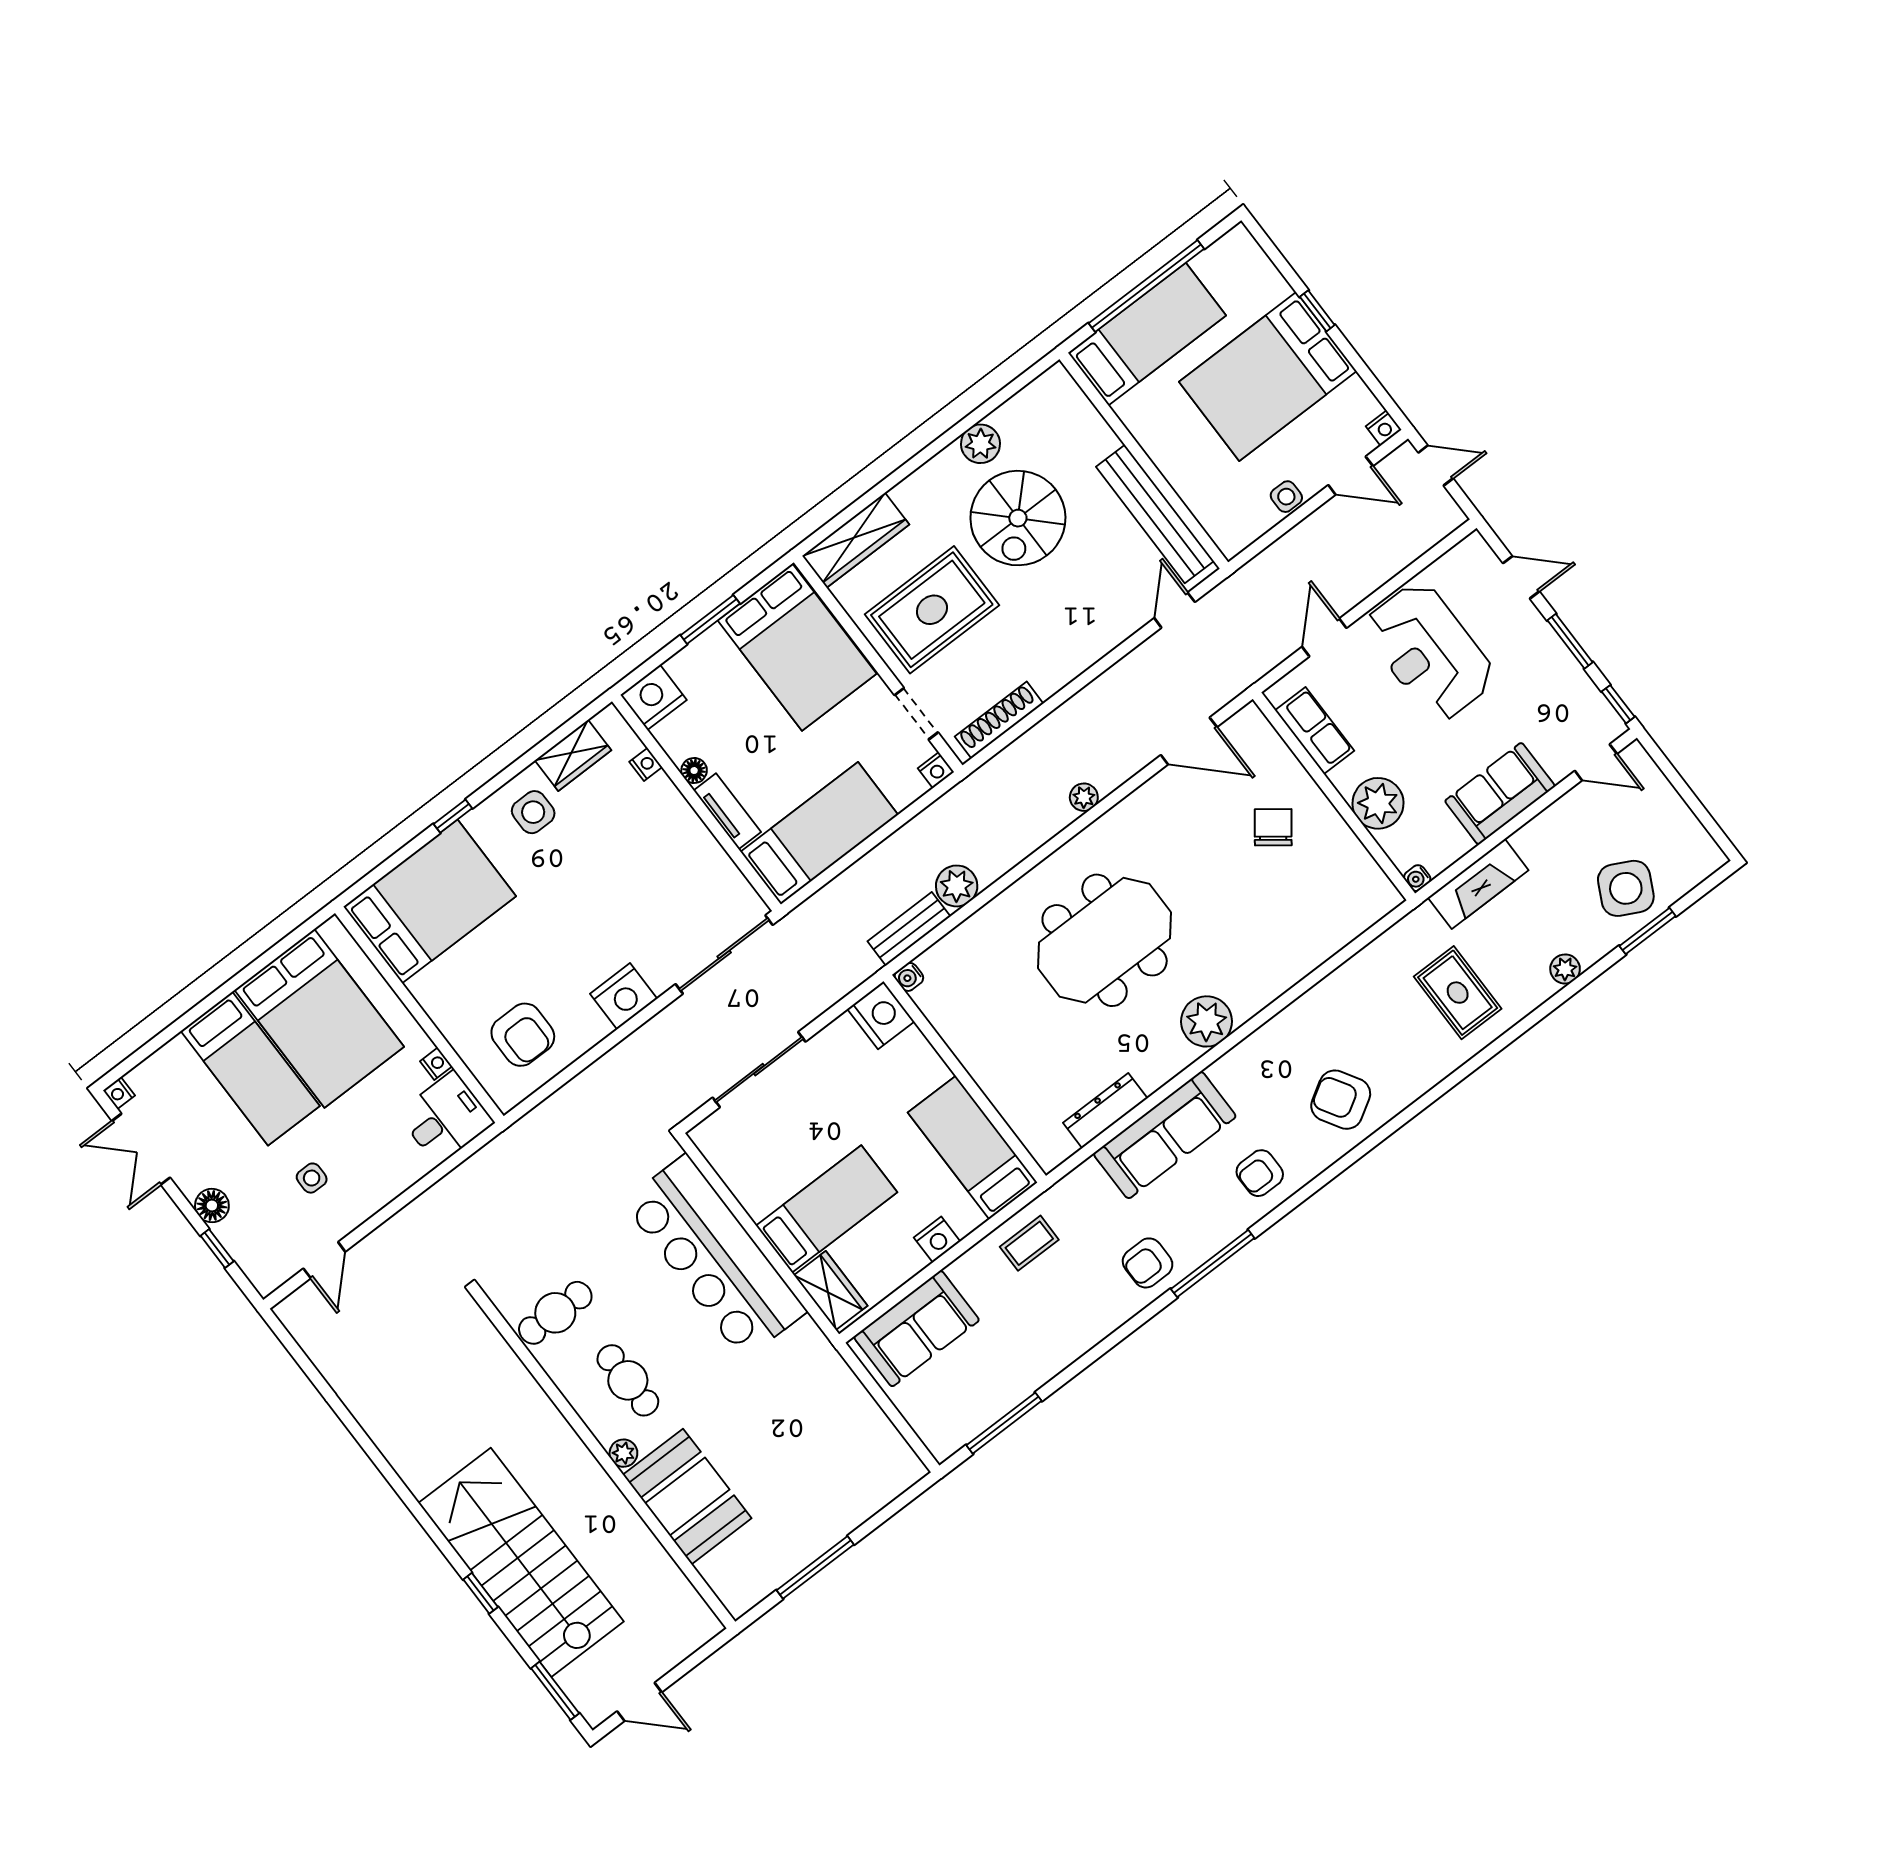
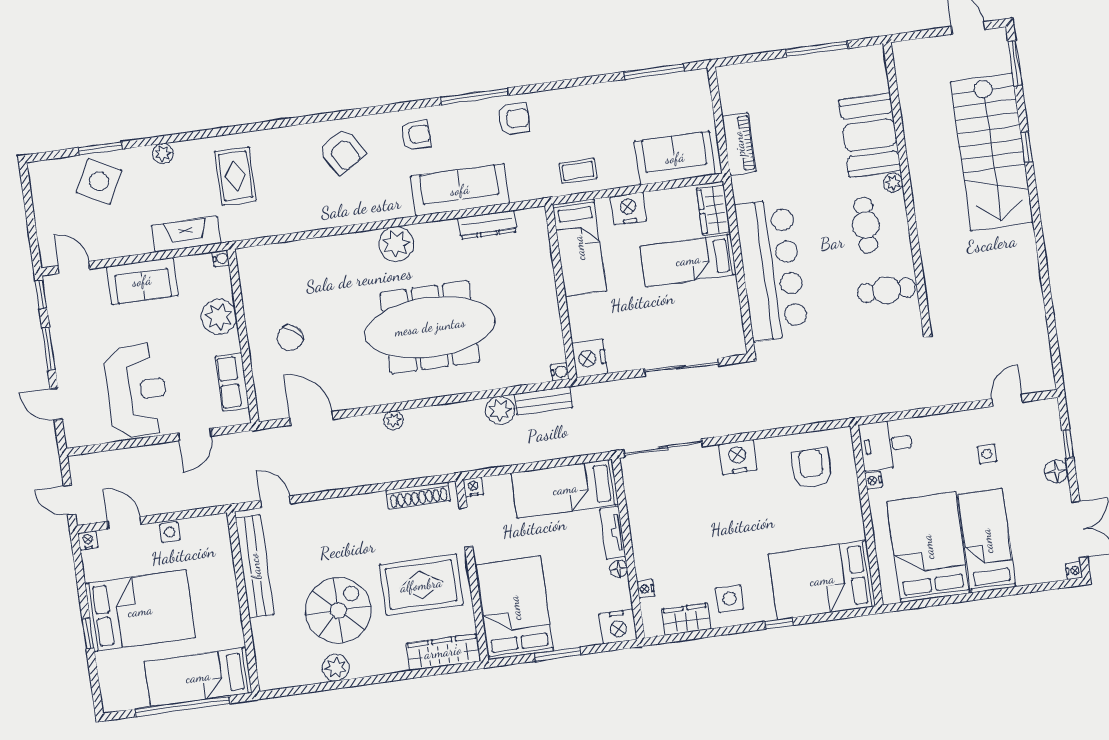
door: (1175, 610) -> (275, 502), swing flipped
meeting table: (1105, 940) -> (430, 327), width x1.36
nightstand: (937, 1239) -> (628, 209), width x1.36, depth x1.33
piano: (846, 1392) -> (739, 144), added

